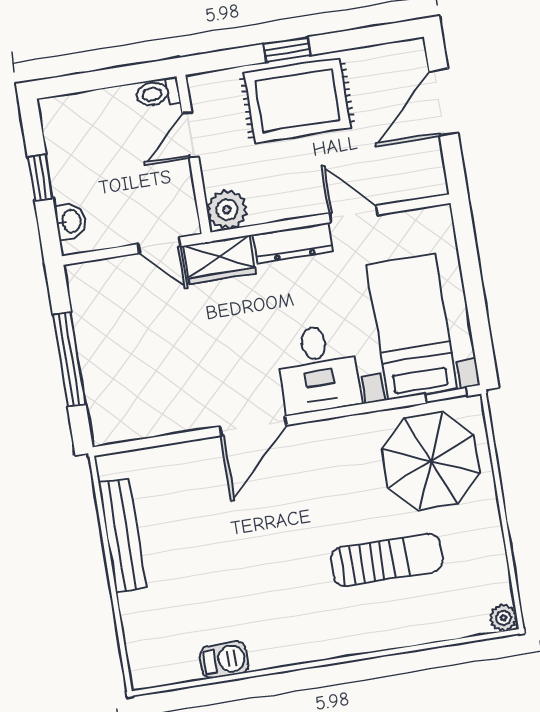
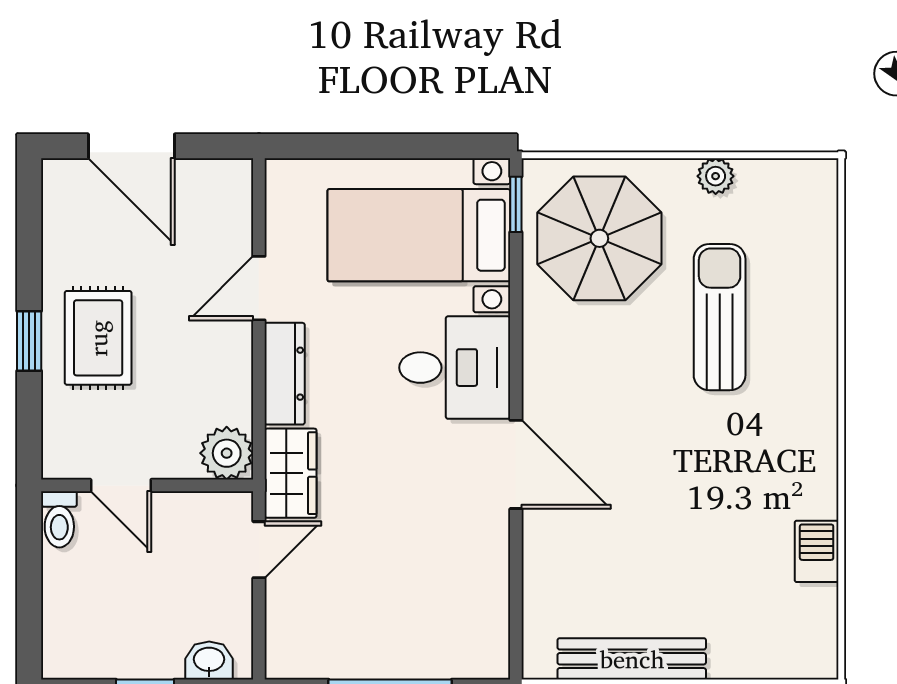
rug: (297, 100) -> (98, 338), width x0.73, depth x0.70
plant: (503, 618) -> (716, 176), moved

